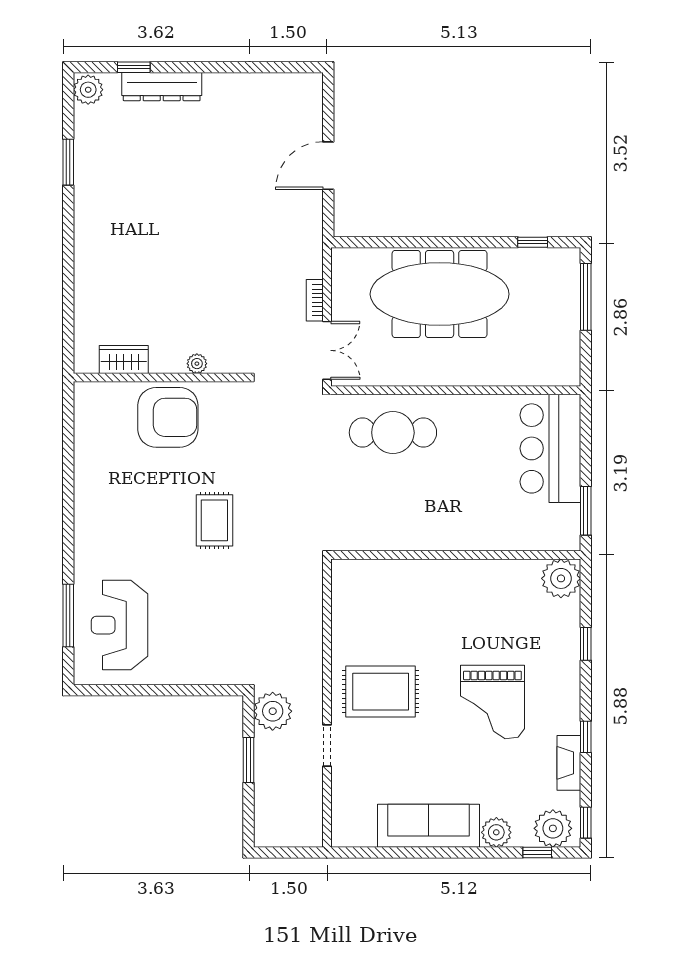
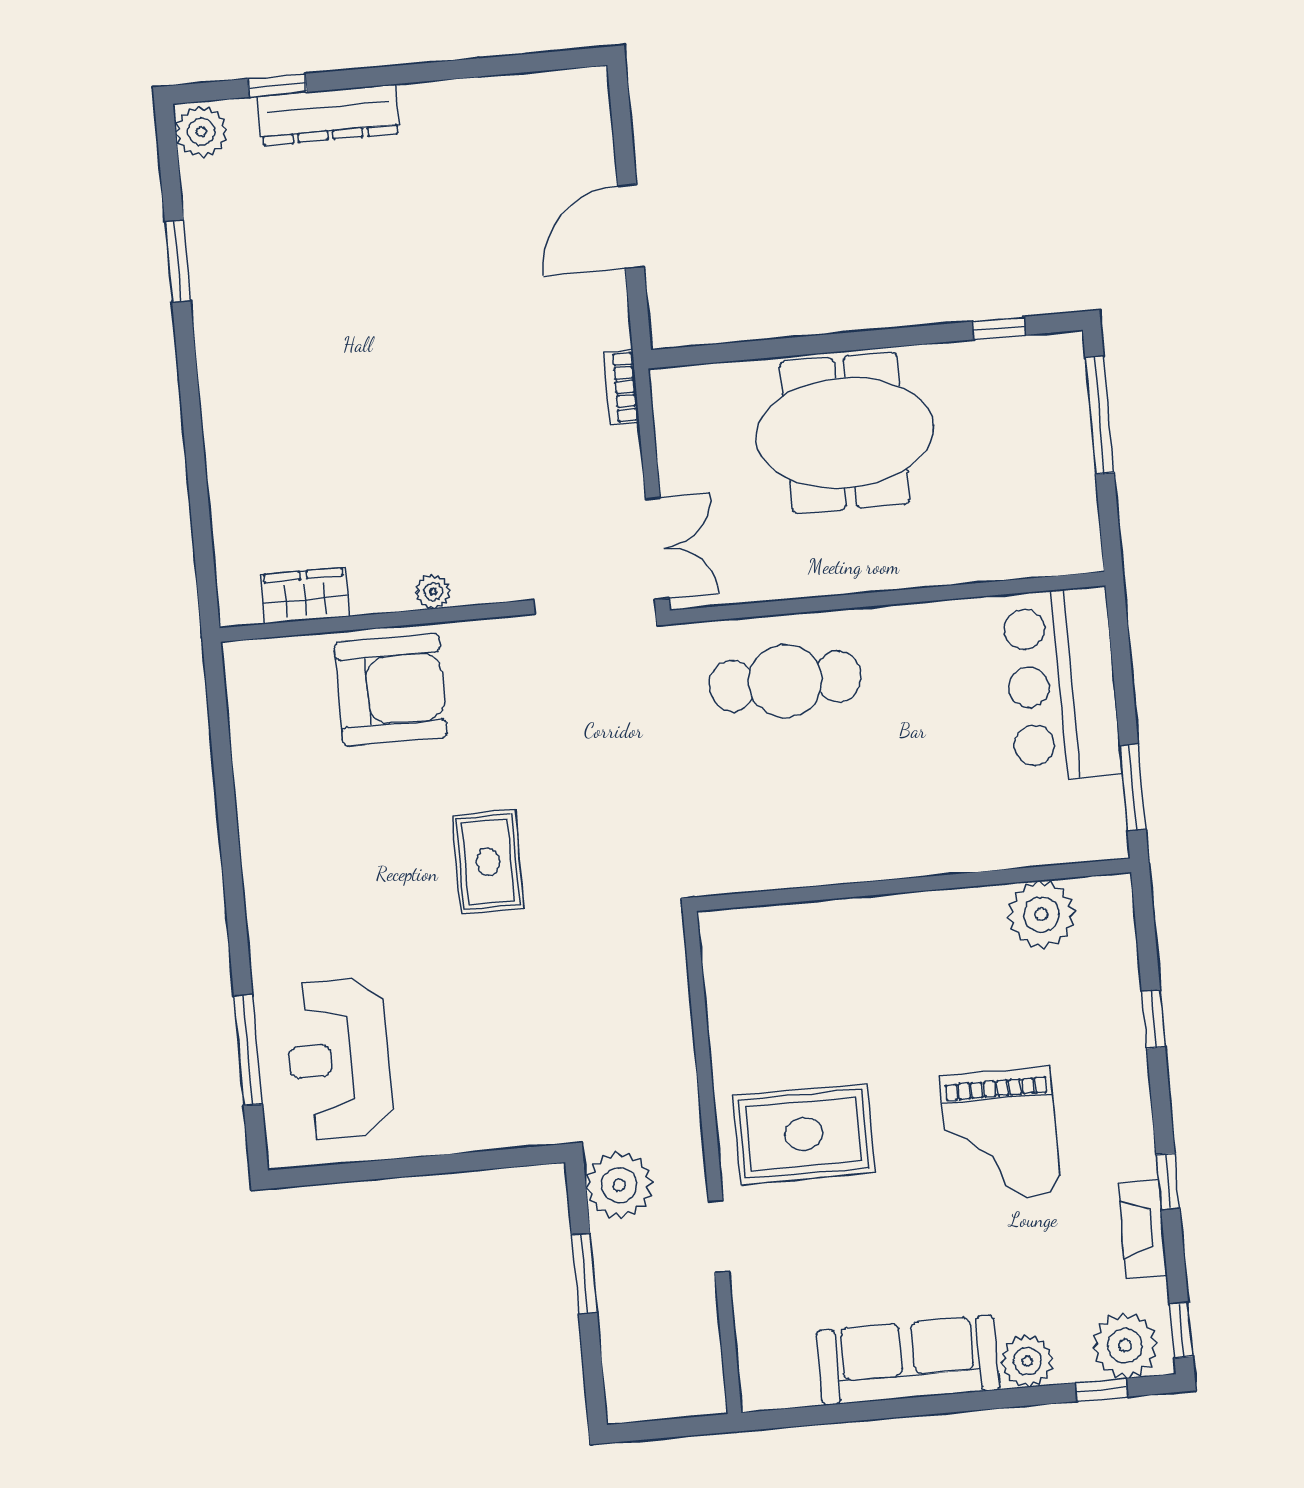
meeting table: (440, 294) -> (845, 433), width x0.73
bookcase: (315, 300) -> (622, 387), moved
plant: (561, 578) -> (1041, 914), moved

